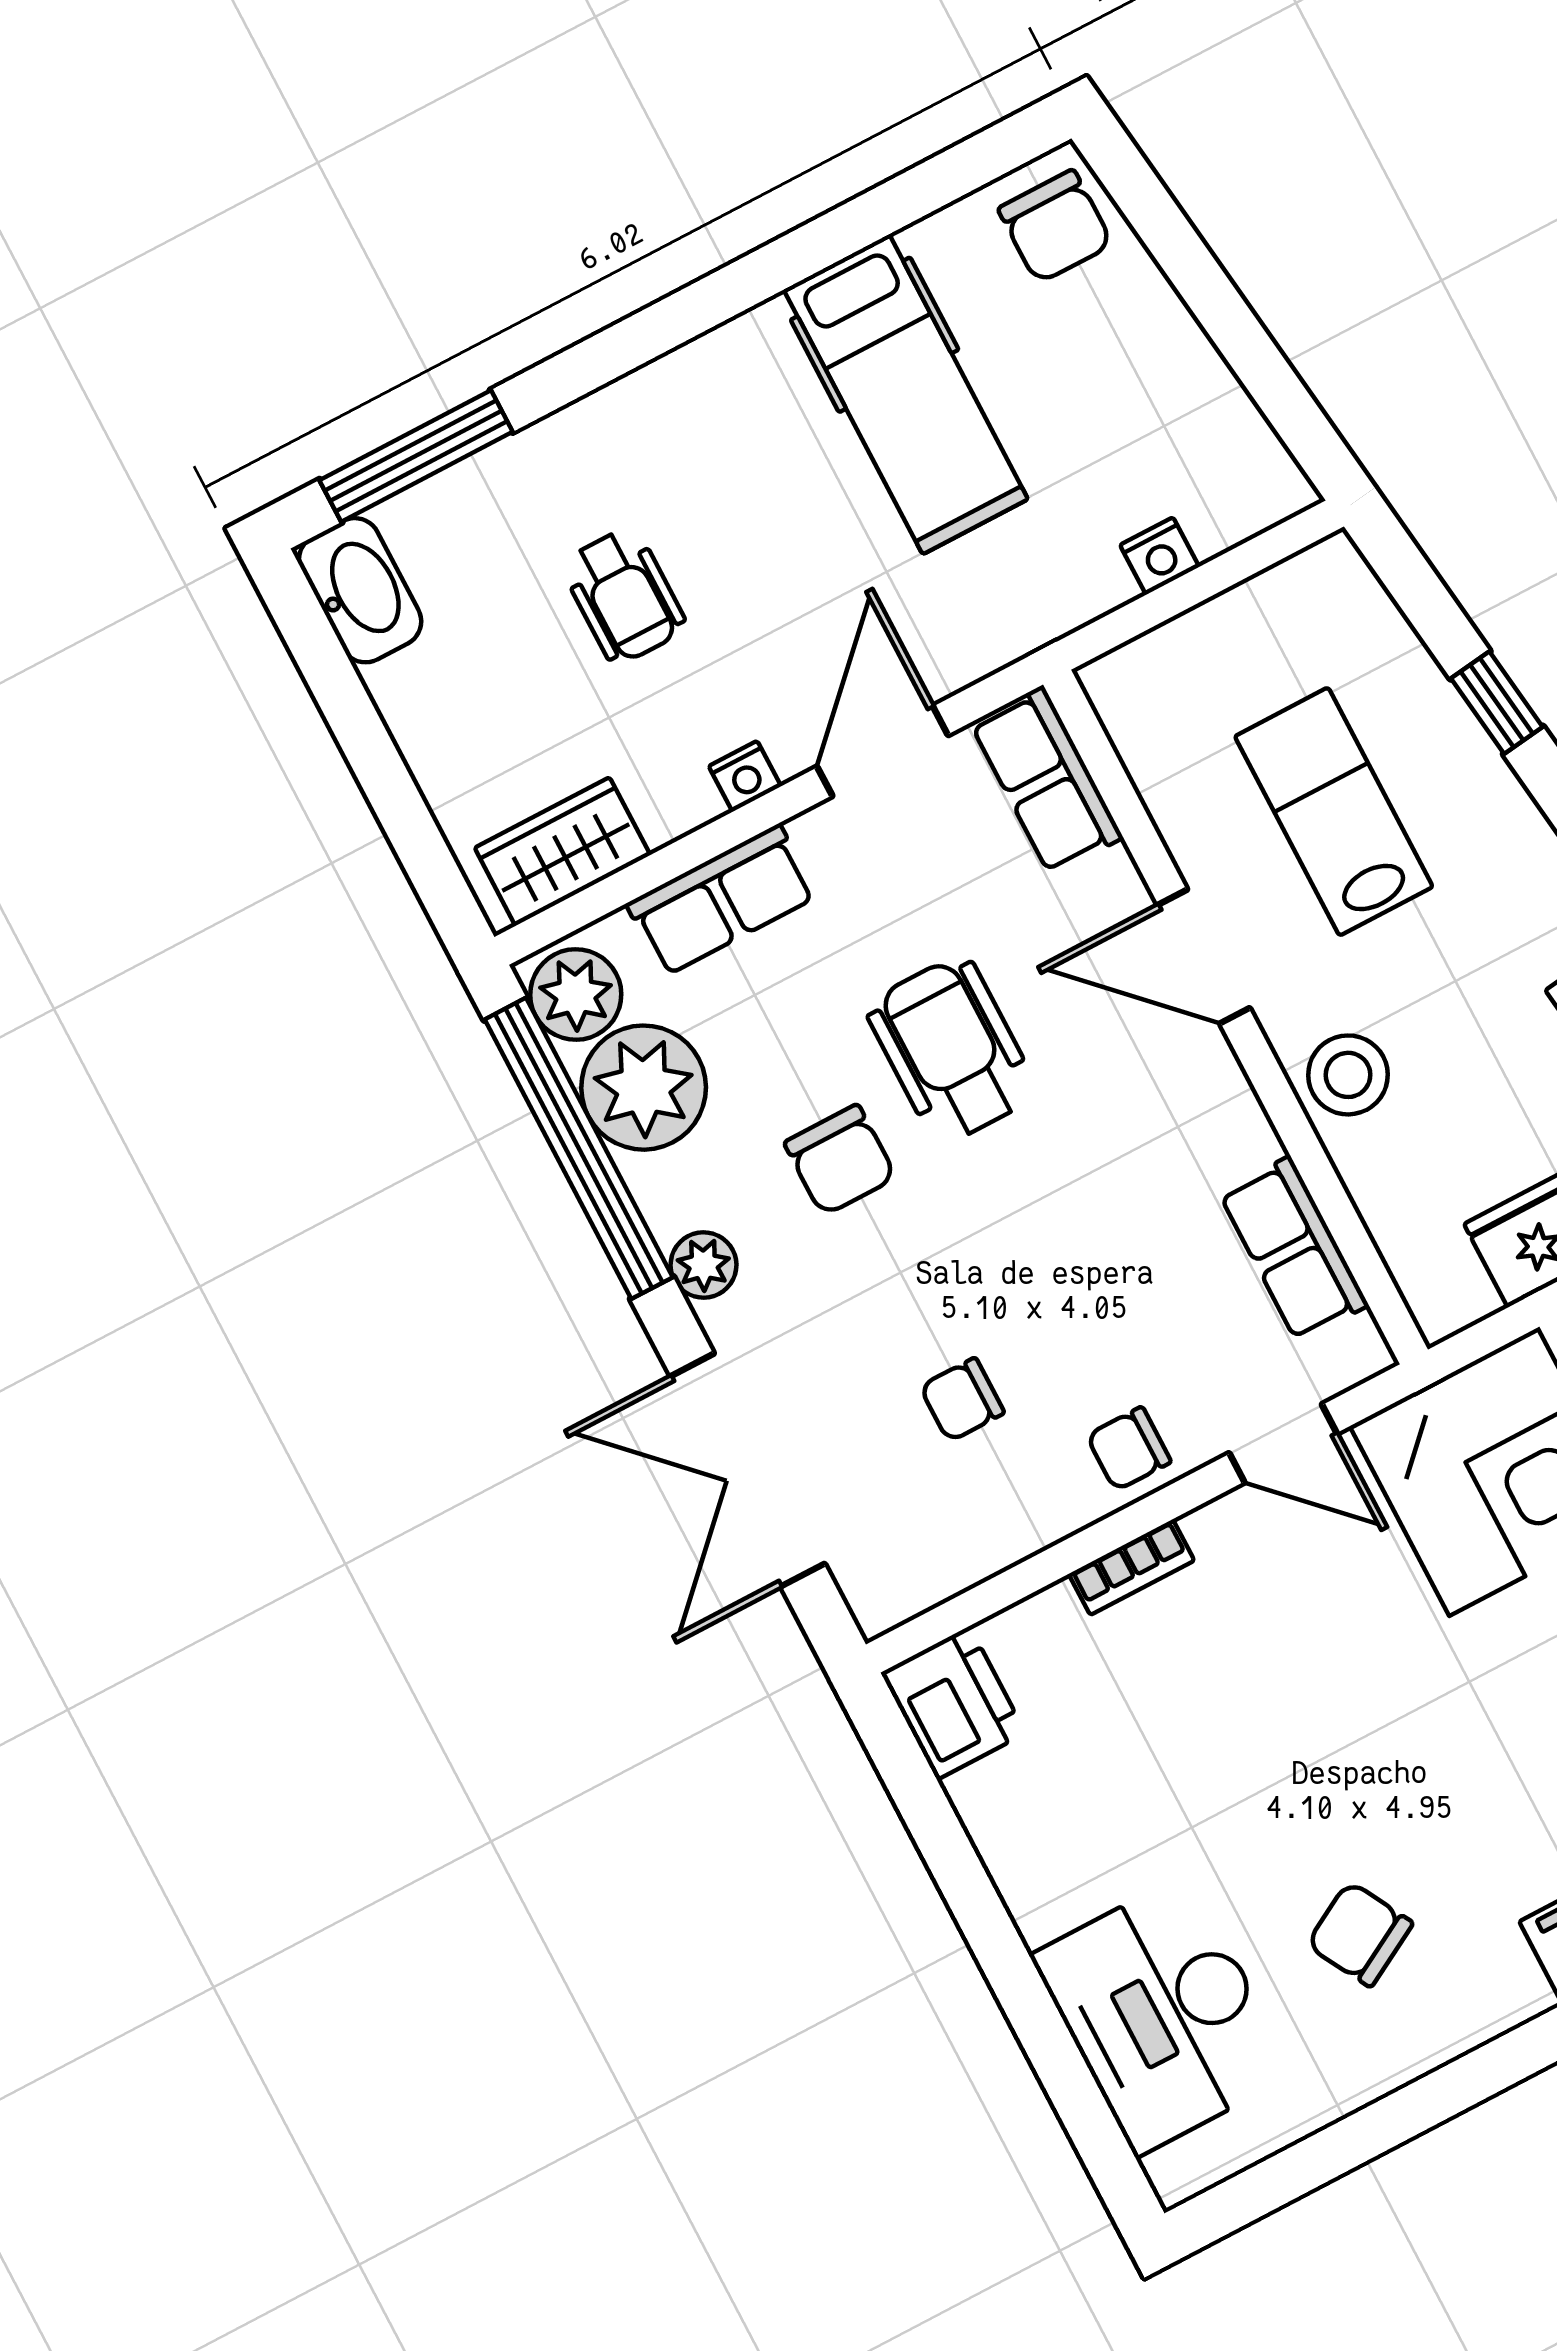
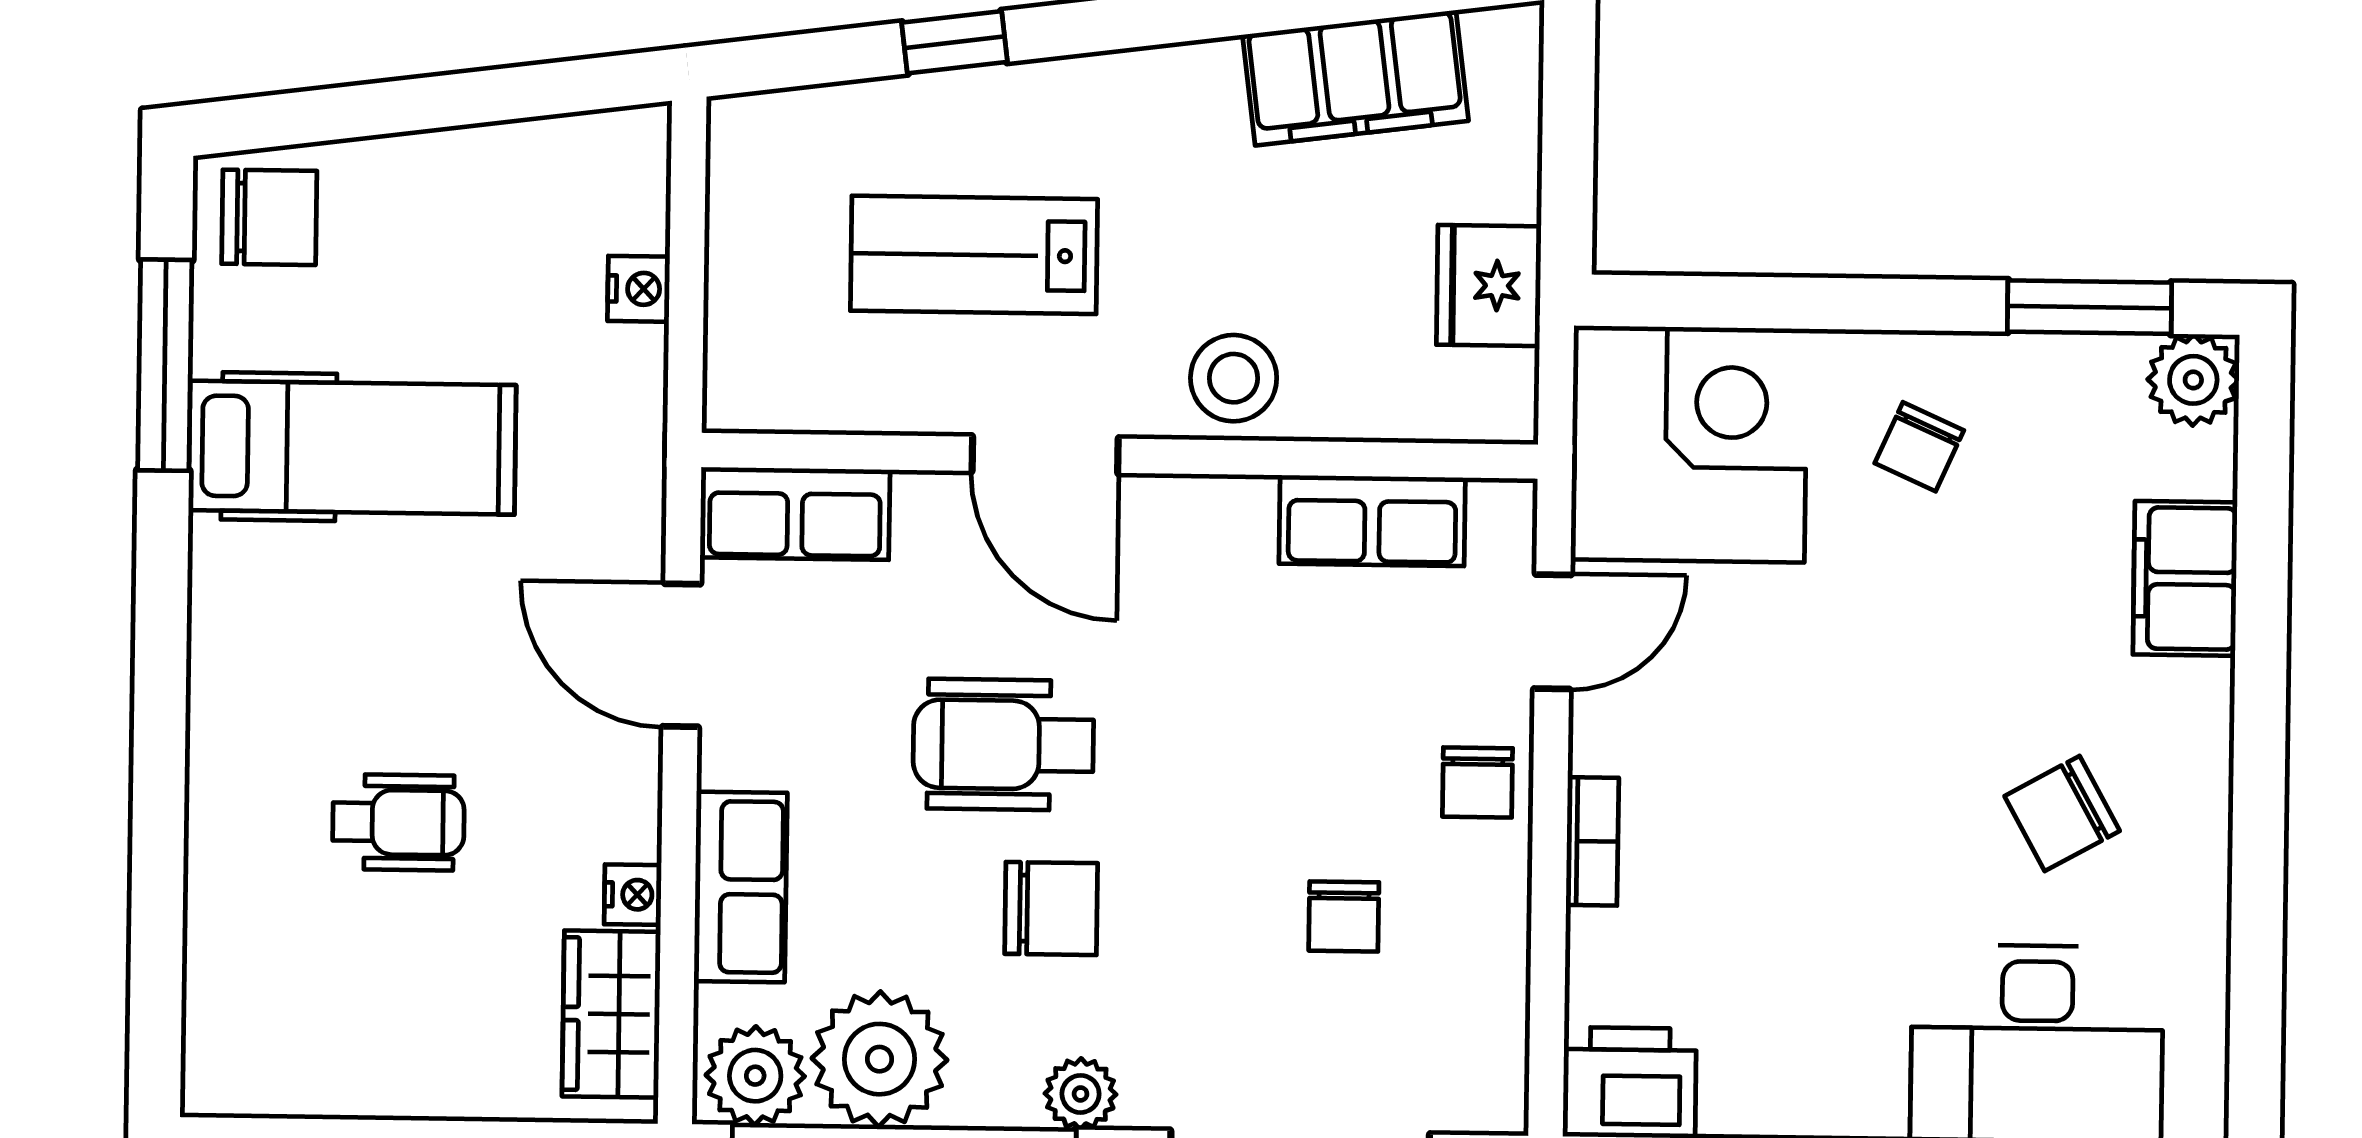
window: (416, 456) -> (165, 365), moved
washbasin: (360, 590) -> (256, 1072), removed
nightstand: (745, 776) -> (633, 895), moved
door: (1204, 956) -> (1045, 455), hinge flipped

